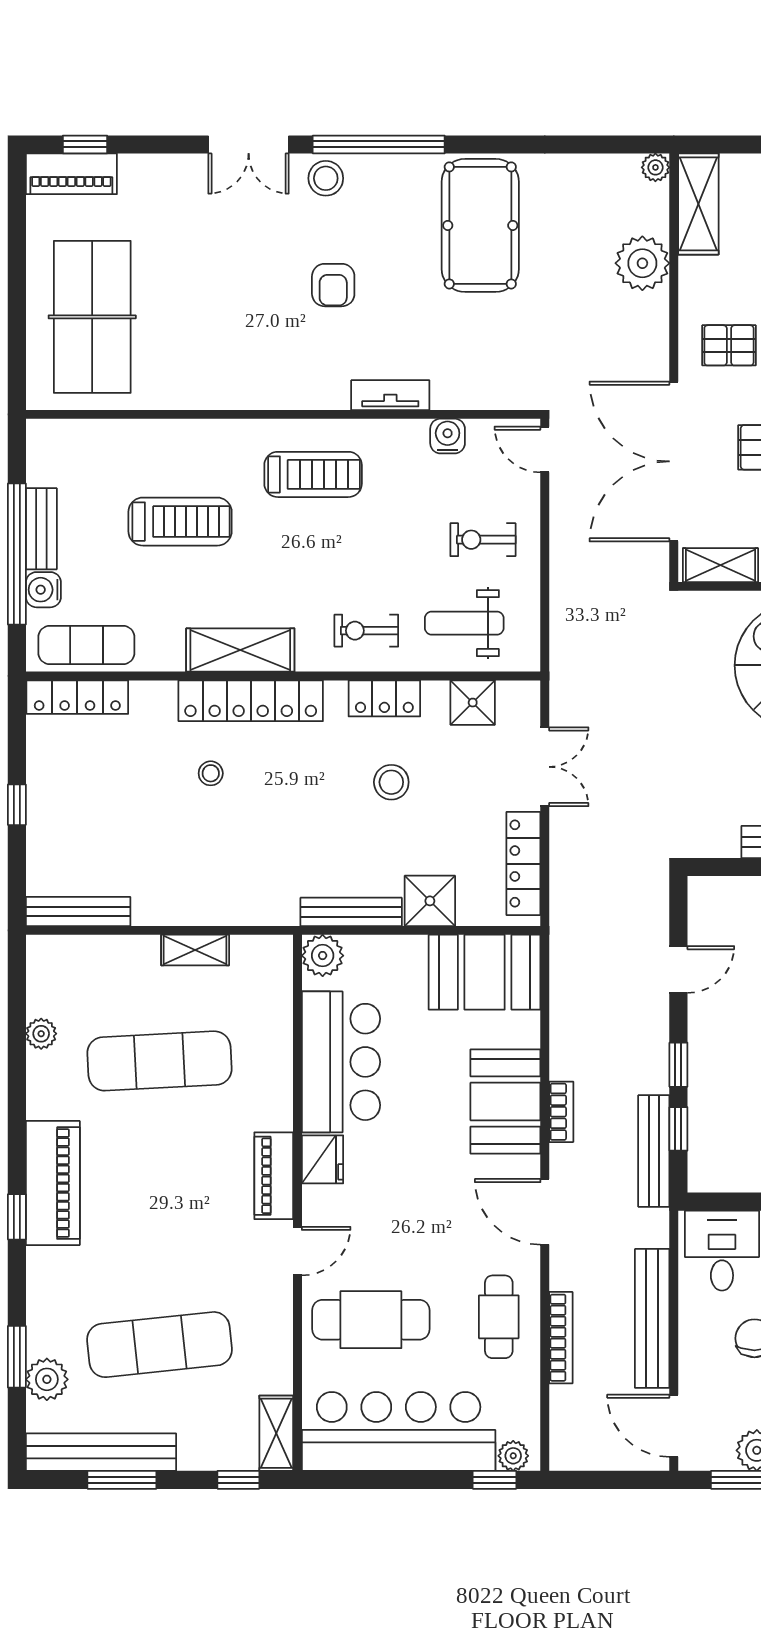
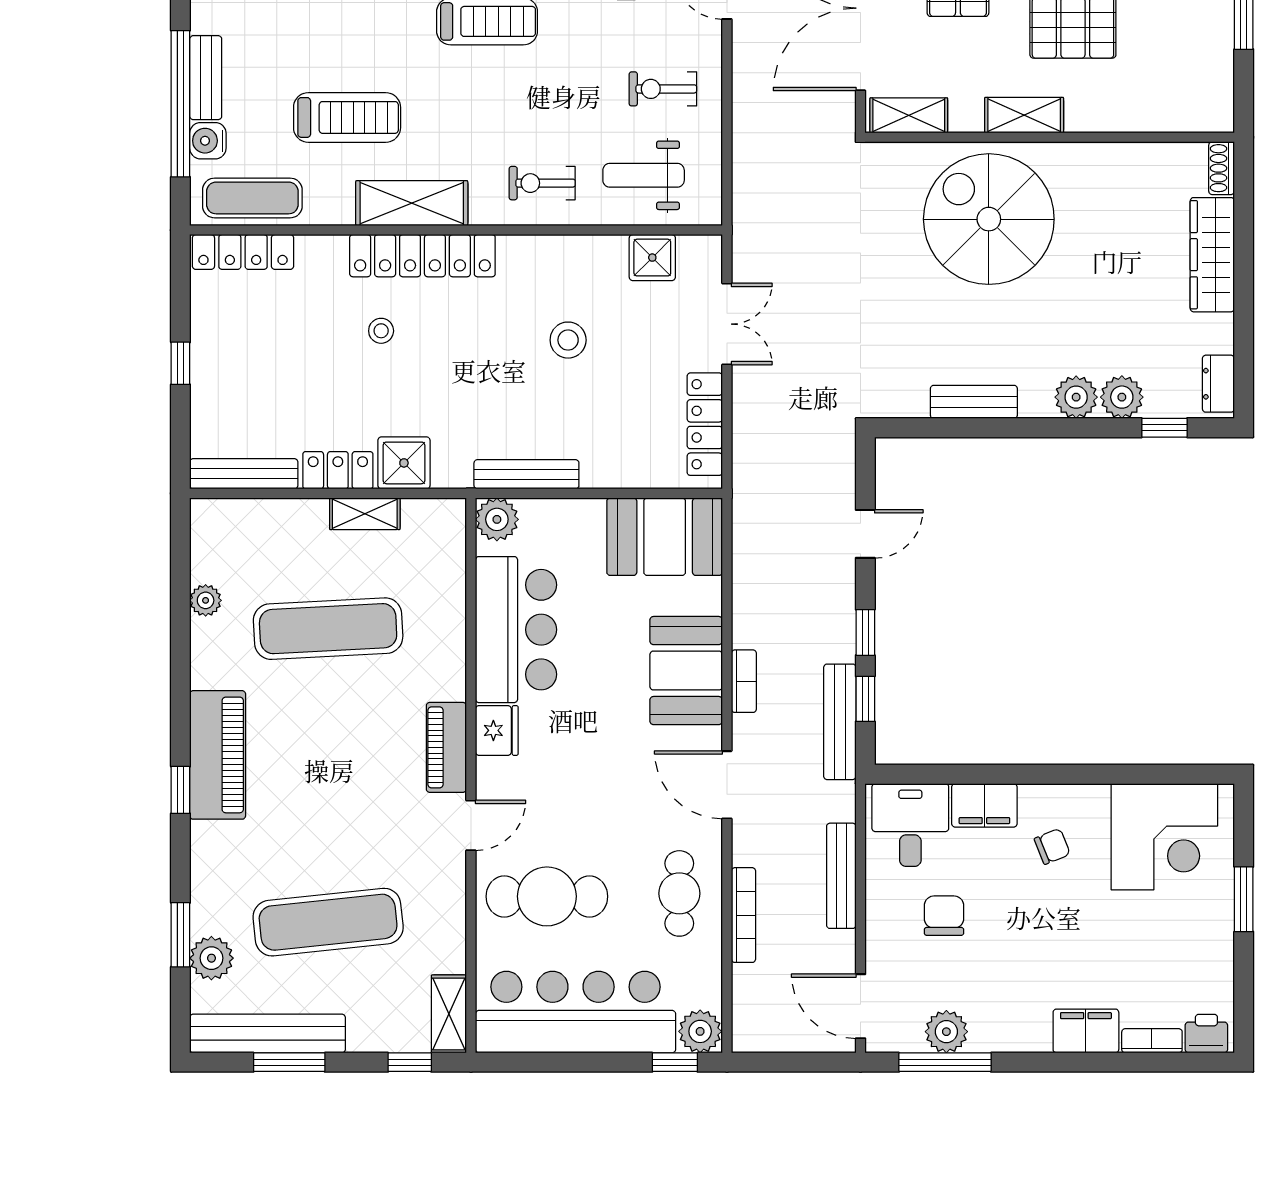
treadmill: (180, 522) -> (347, 117), moved
locker: (384, 698) -> (338, 470), moved, turned 180
shower: (430, 901) -> (404, 463), moved
bench: (652, 1318) -> (841, 876), width x0.73, depth x0.82
plant: (513, 1456) -> (700, 1031), width x1.38, depth x1.38

